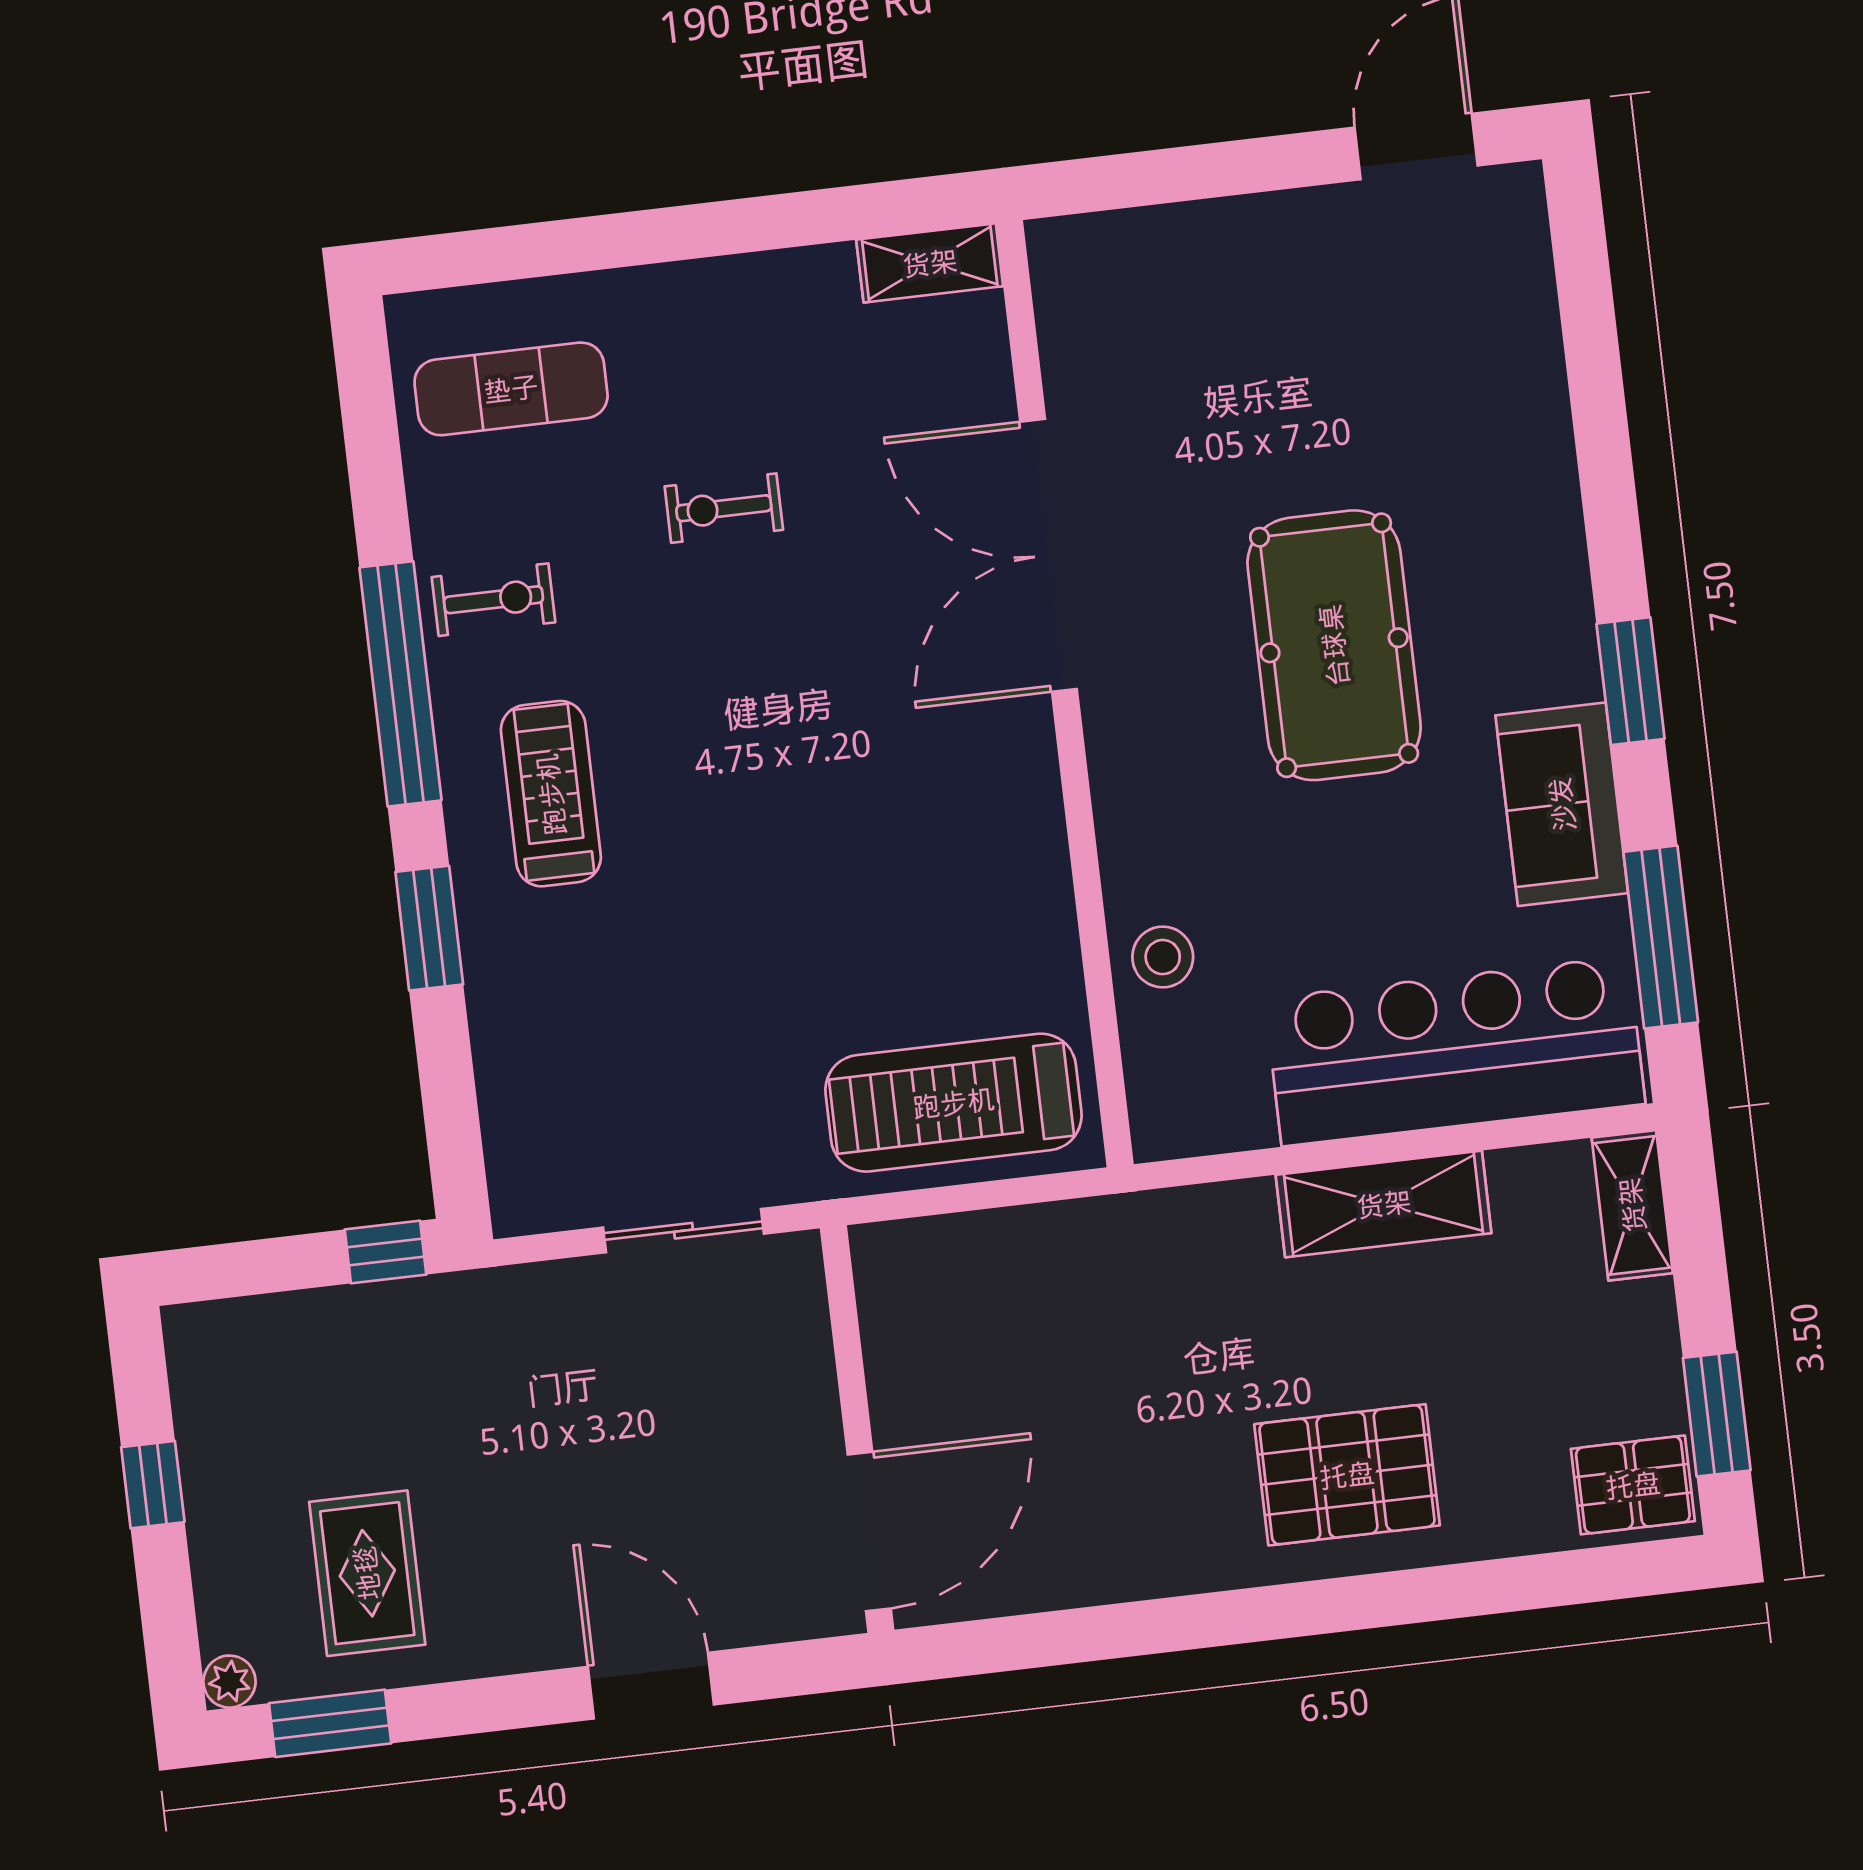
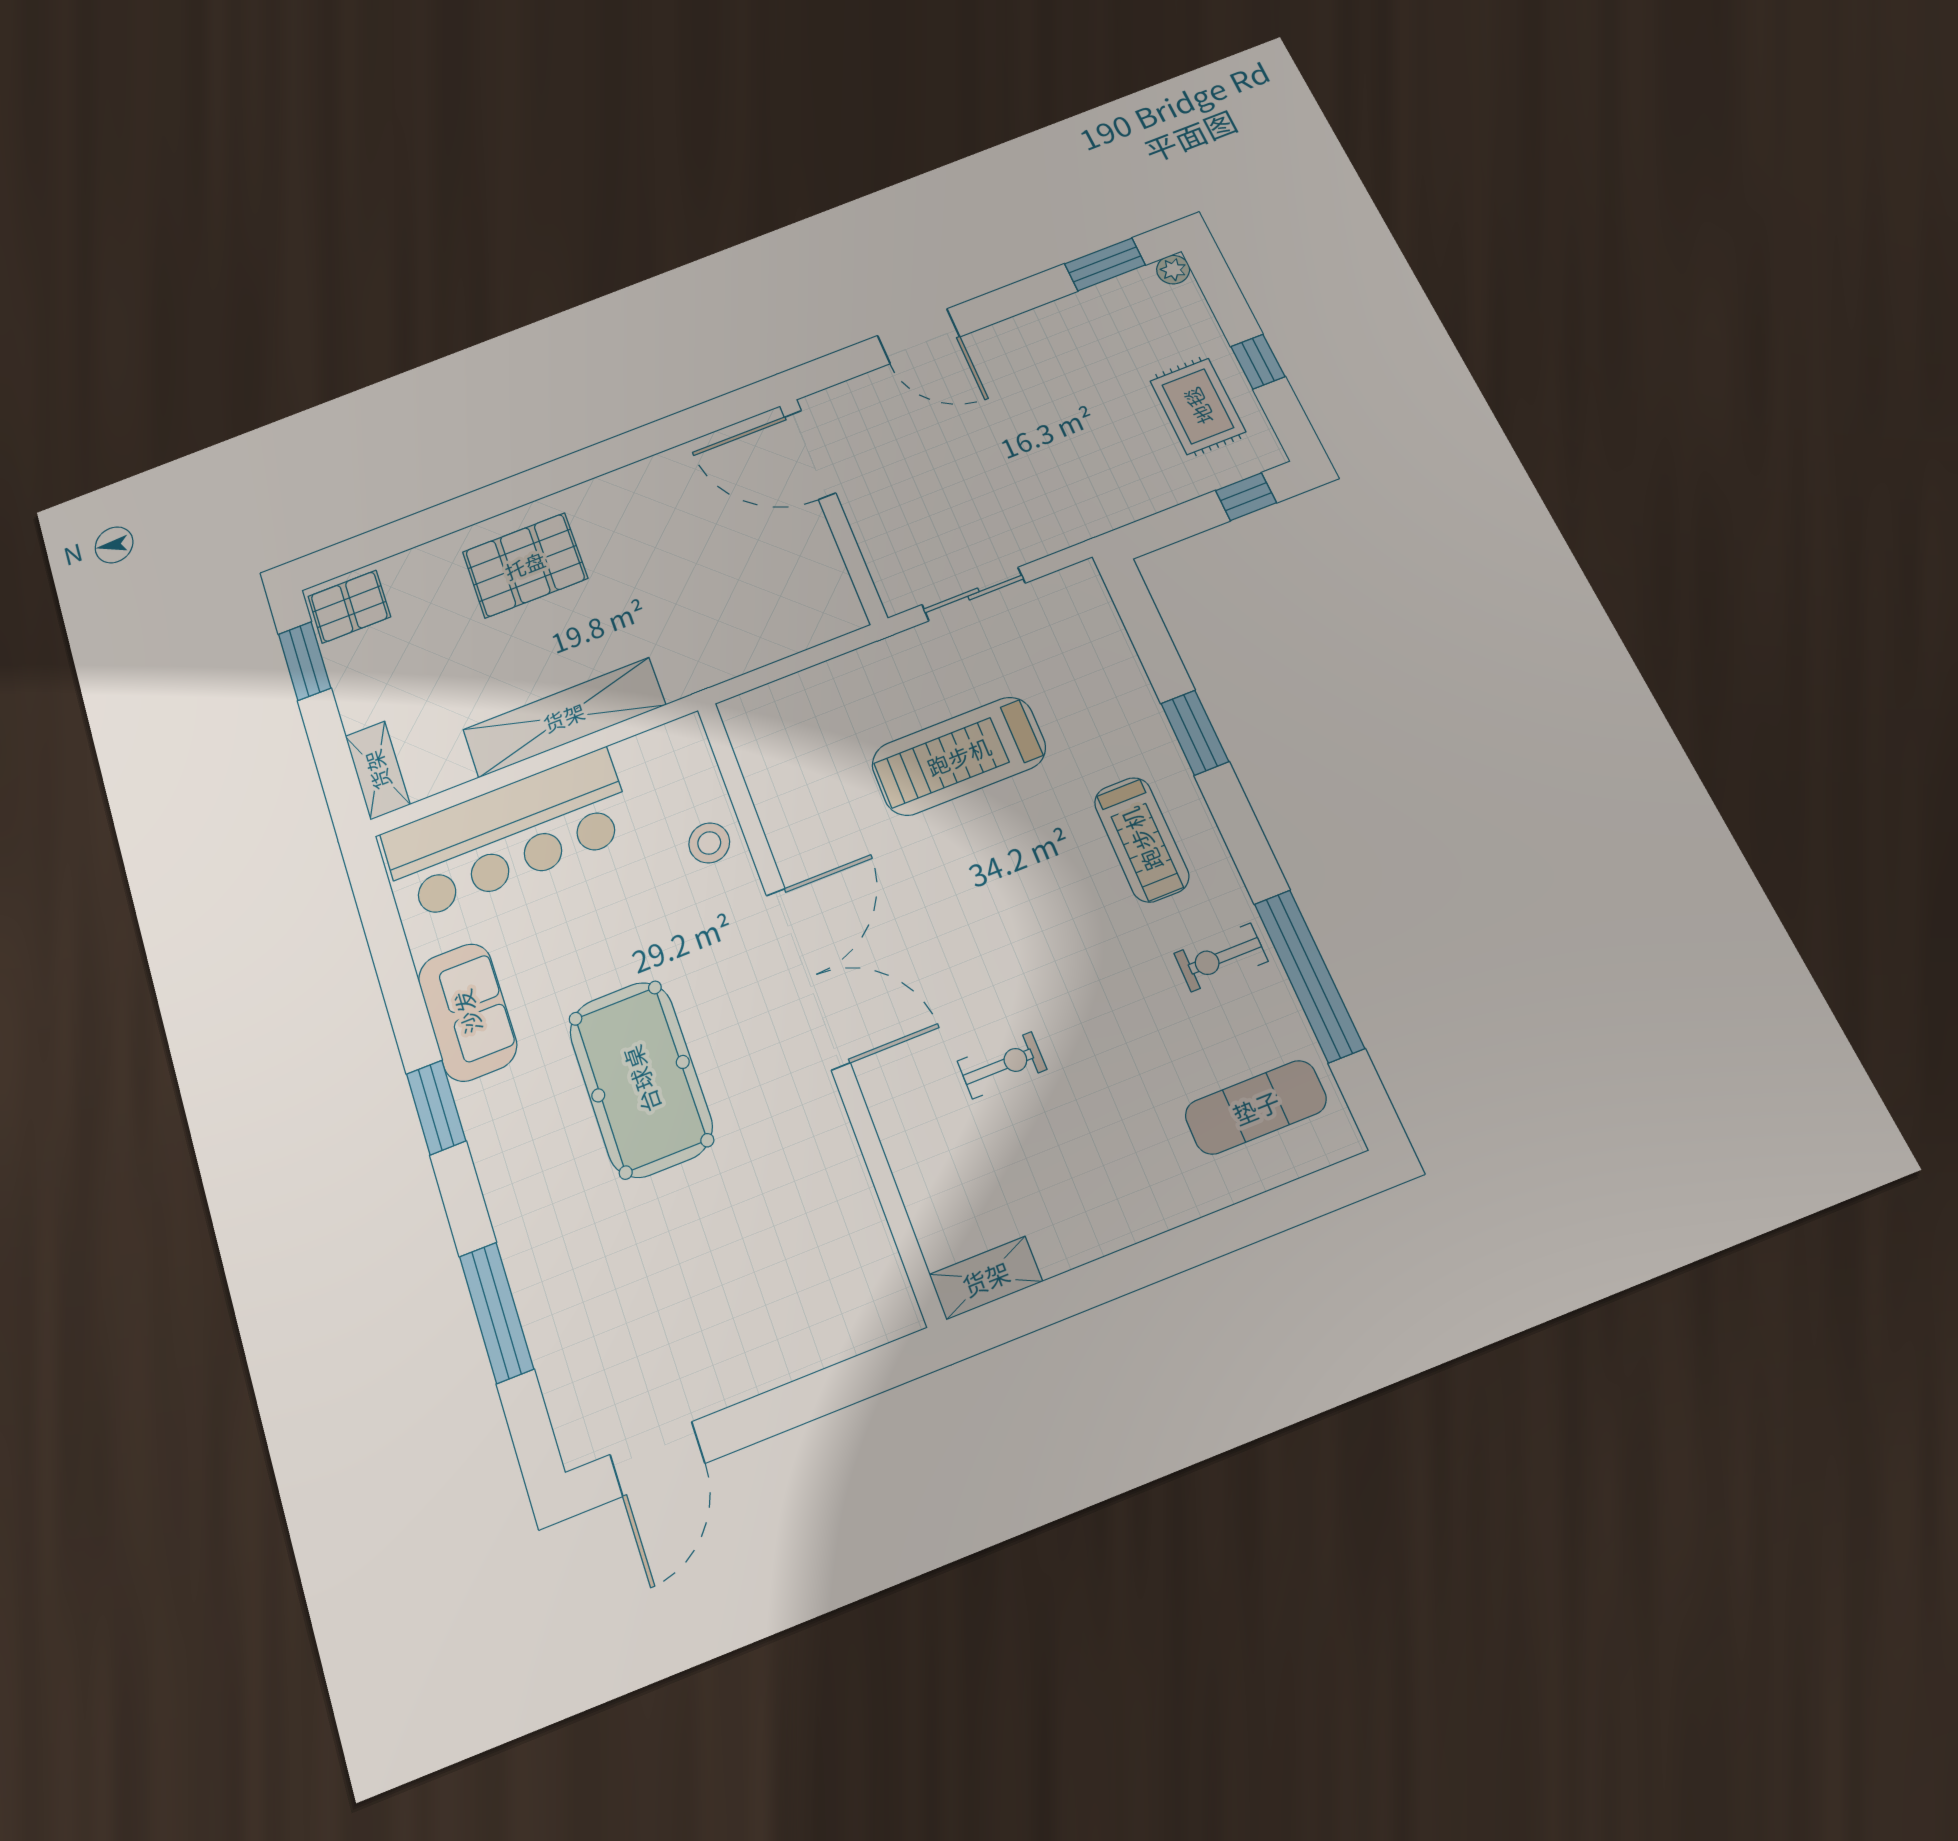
exercise bike: (724, 508) -> (1002, 1065), moved
double door: (1048, 555) -> (808, 978), moved
window: (401, 684) -> (1309, 975), moved
window: (1661, 937) -> (496, 1312), moved
treadmill: (954, 1103) -> (959, 756), moved, turned 180
shelving: (1384, 1204) -> (564, 717), width x1.47
window: (386, 1252) -> (1246, 497), moved
door: (869, 1532) -> (810, 455), hinge flipped
rug: (367, 1573) -> (1198, 406), moved

